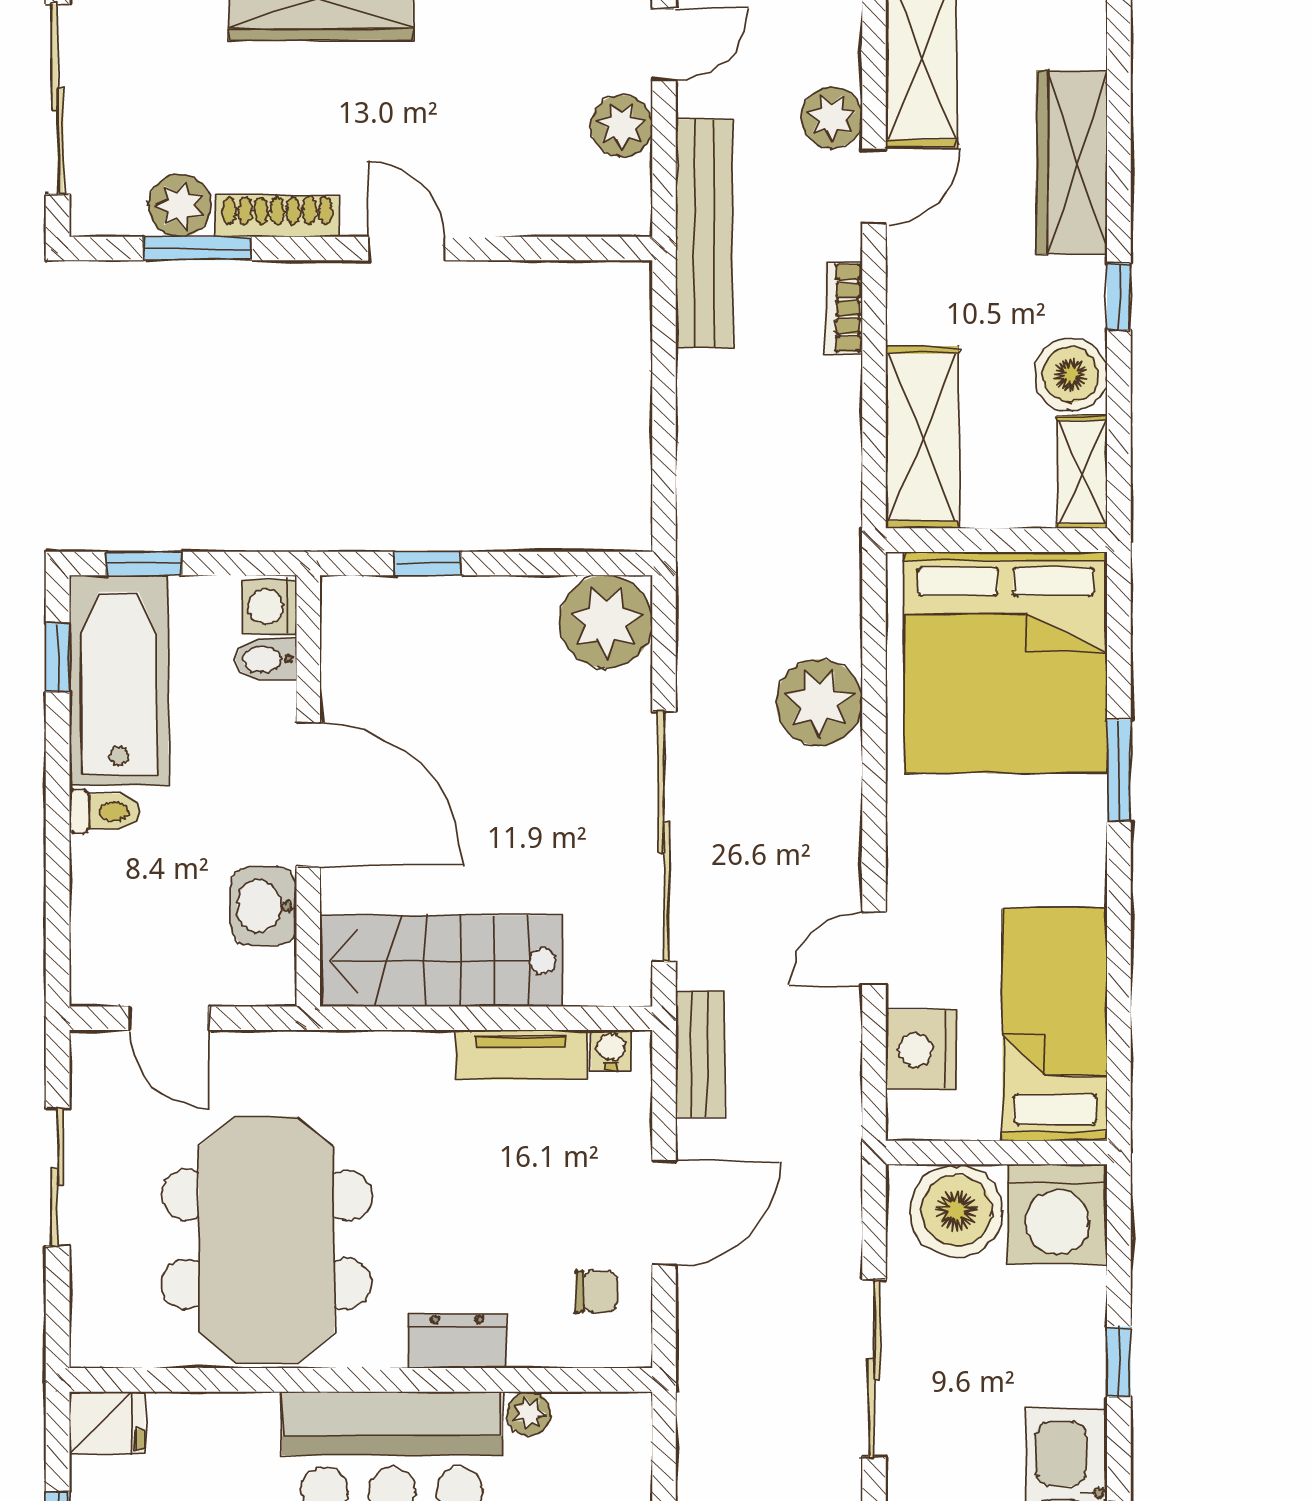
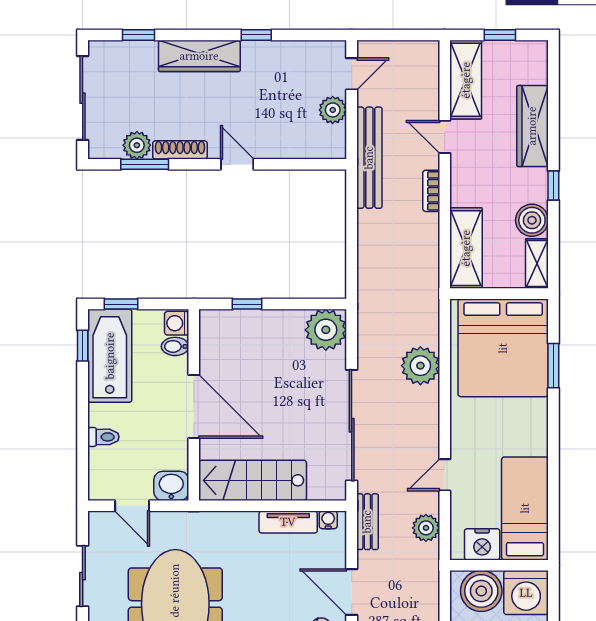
plant: (832, 117) -> (426, 528), moved
door: (874, 187) -> (445, 137), swing flipped
window: (1119, 770) -> (553, 366), moved
toilet: (104, 811) -> (103, 437), moved
washbasin: (264, 906) -> (171, 486), moved, turned 90
nightstand: (921, 1050) -> (482, 544), moved, turned -90
door: (664, 1213) -> (352, 592), swing flipped

